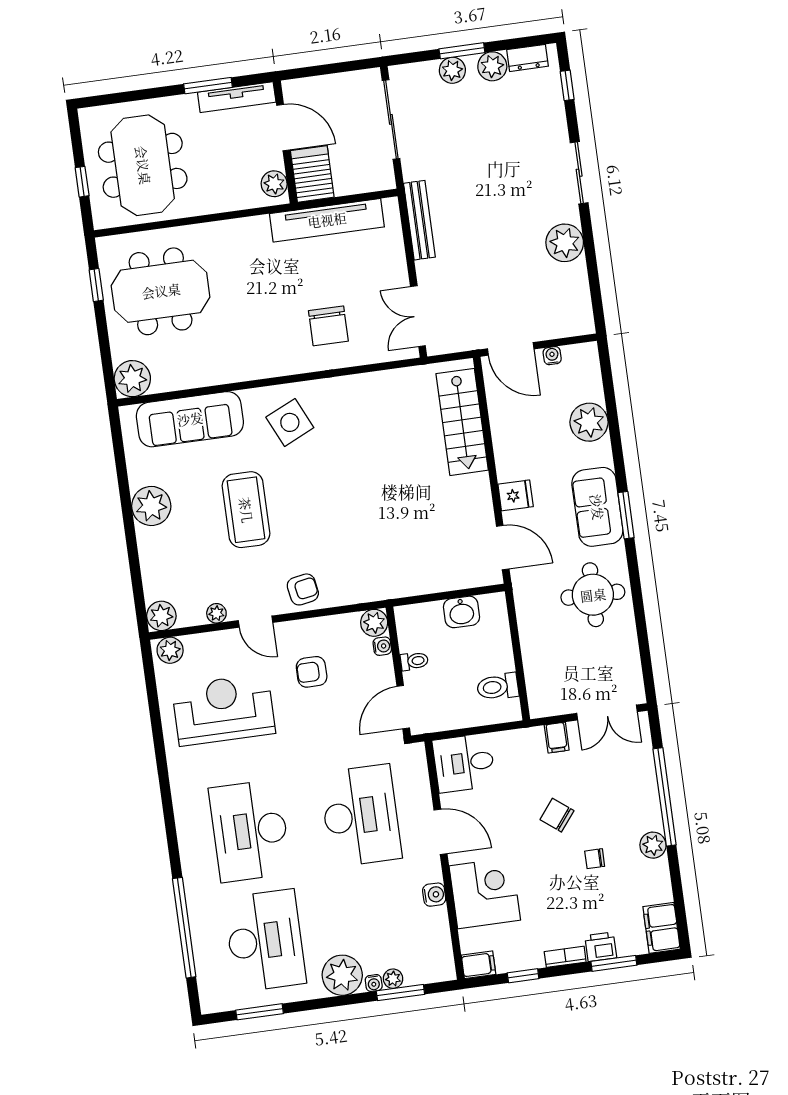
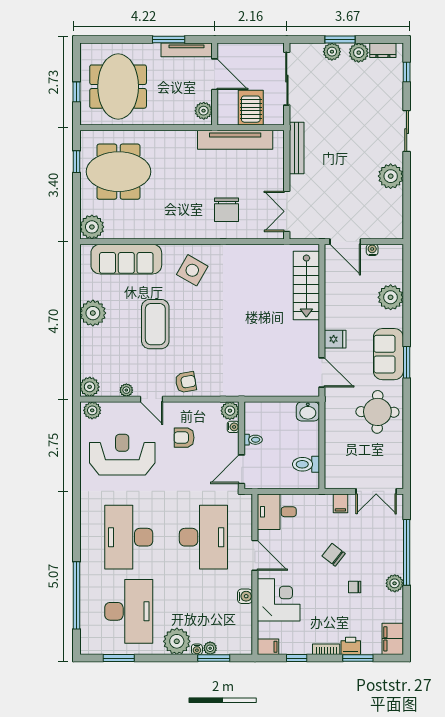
server rack: (312, 174) -> (251, 108), moved
side table: (290, 422) -> (192, 270), turned -35
washbasin: (462, 612) -> (308, 411), moved

